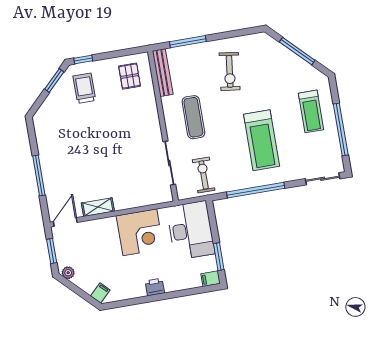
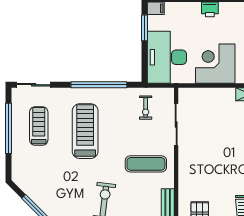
treadmill: (311, 111) -> (39, 126), moved
exercise mat: (193, 117) -> (146, 164), turned 90
exercise bike: (204, 175) -> (146, 108), width x0.73, depth x0.72

